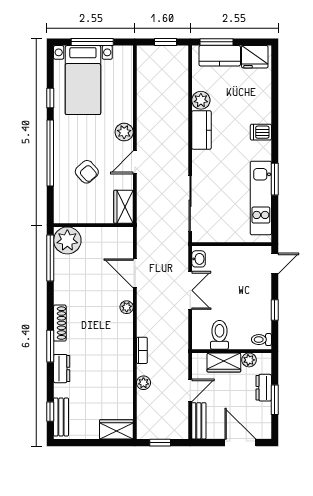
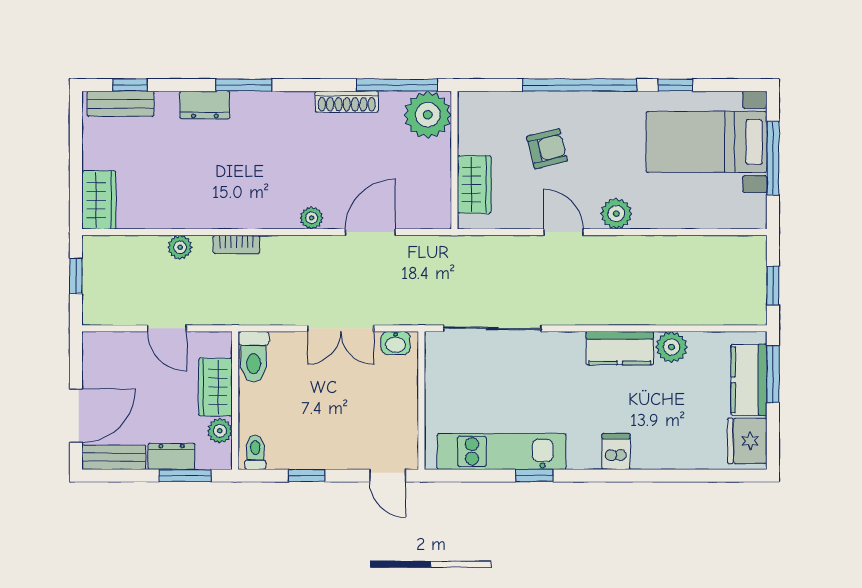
armchair: (87, 172) -> (547, 149), turned -152
window: (275, 179) -> (534, 476), width x0.67
wardrobe: (123, 207) -> (474, 184), moved, turned 90
shoe rack: (60, 323) -> (347, 102), moved
toilet: (219, 335) -> (254, 357), moved, turned 90
window: (275, 400) -> (185, 476), moved
bench: (199, 421) -> (114, 457), moved

